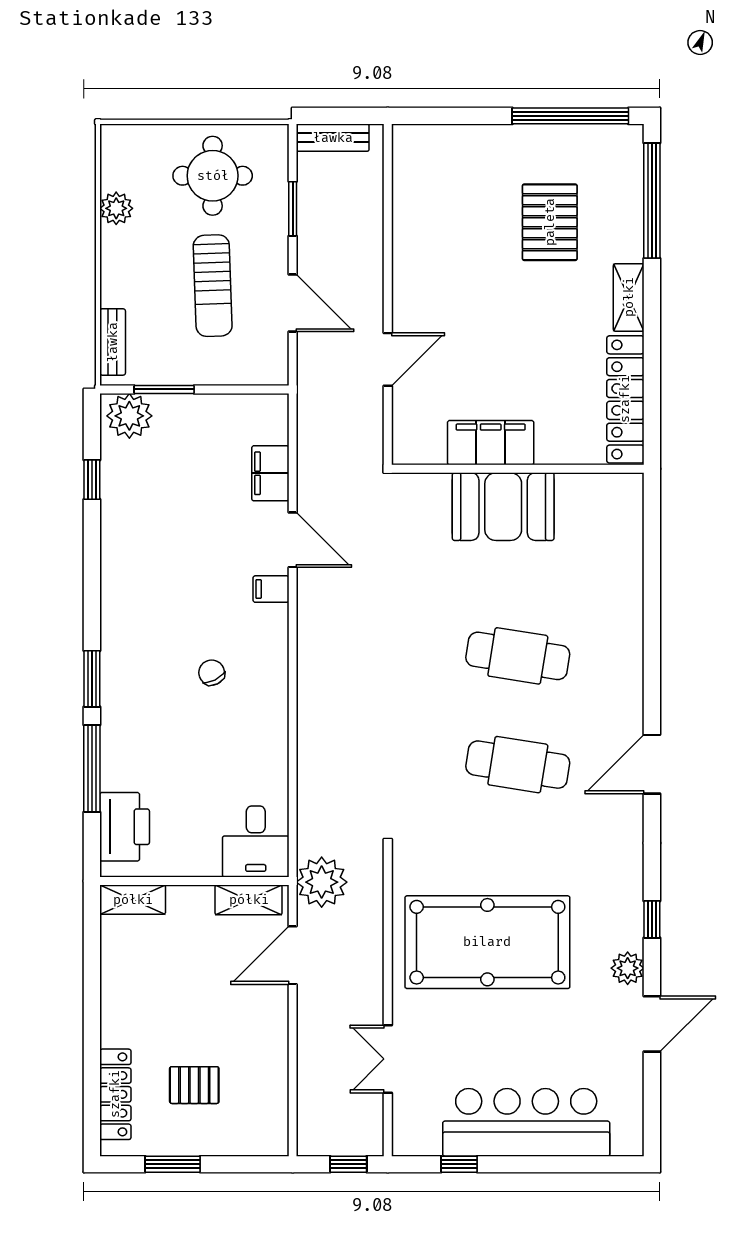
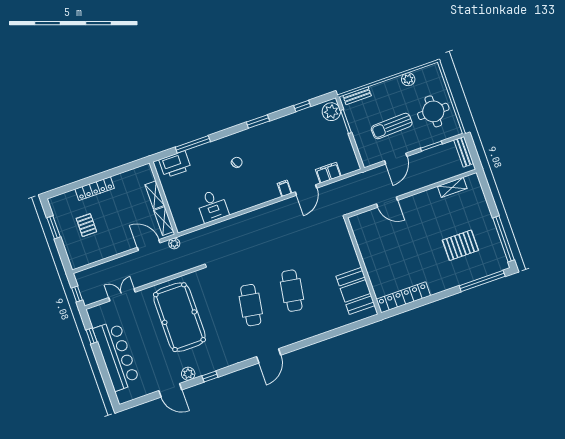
shelving: (629, 297) -> (452, 187), moved
filing cabinet: (491, 443) -> (369, 252), removed
booth: (503, 507) -> (355, 291), moved
chair: (212, 673) -> (237, 162), moved
window: (92, 679) -> (258, 121), moved
door: (652, 764) -> (269, 356), swing flipped
desk: (256, 842) -> (212, 206), moved, turned -90
plant: (322, 882) -> (174, 243), width x0.53, depth x0.53
shelving: (133, 900) -> (155, 195), moved
locker: (115, 1094) -> (95, 189), moved

